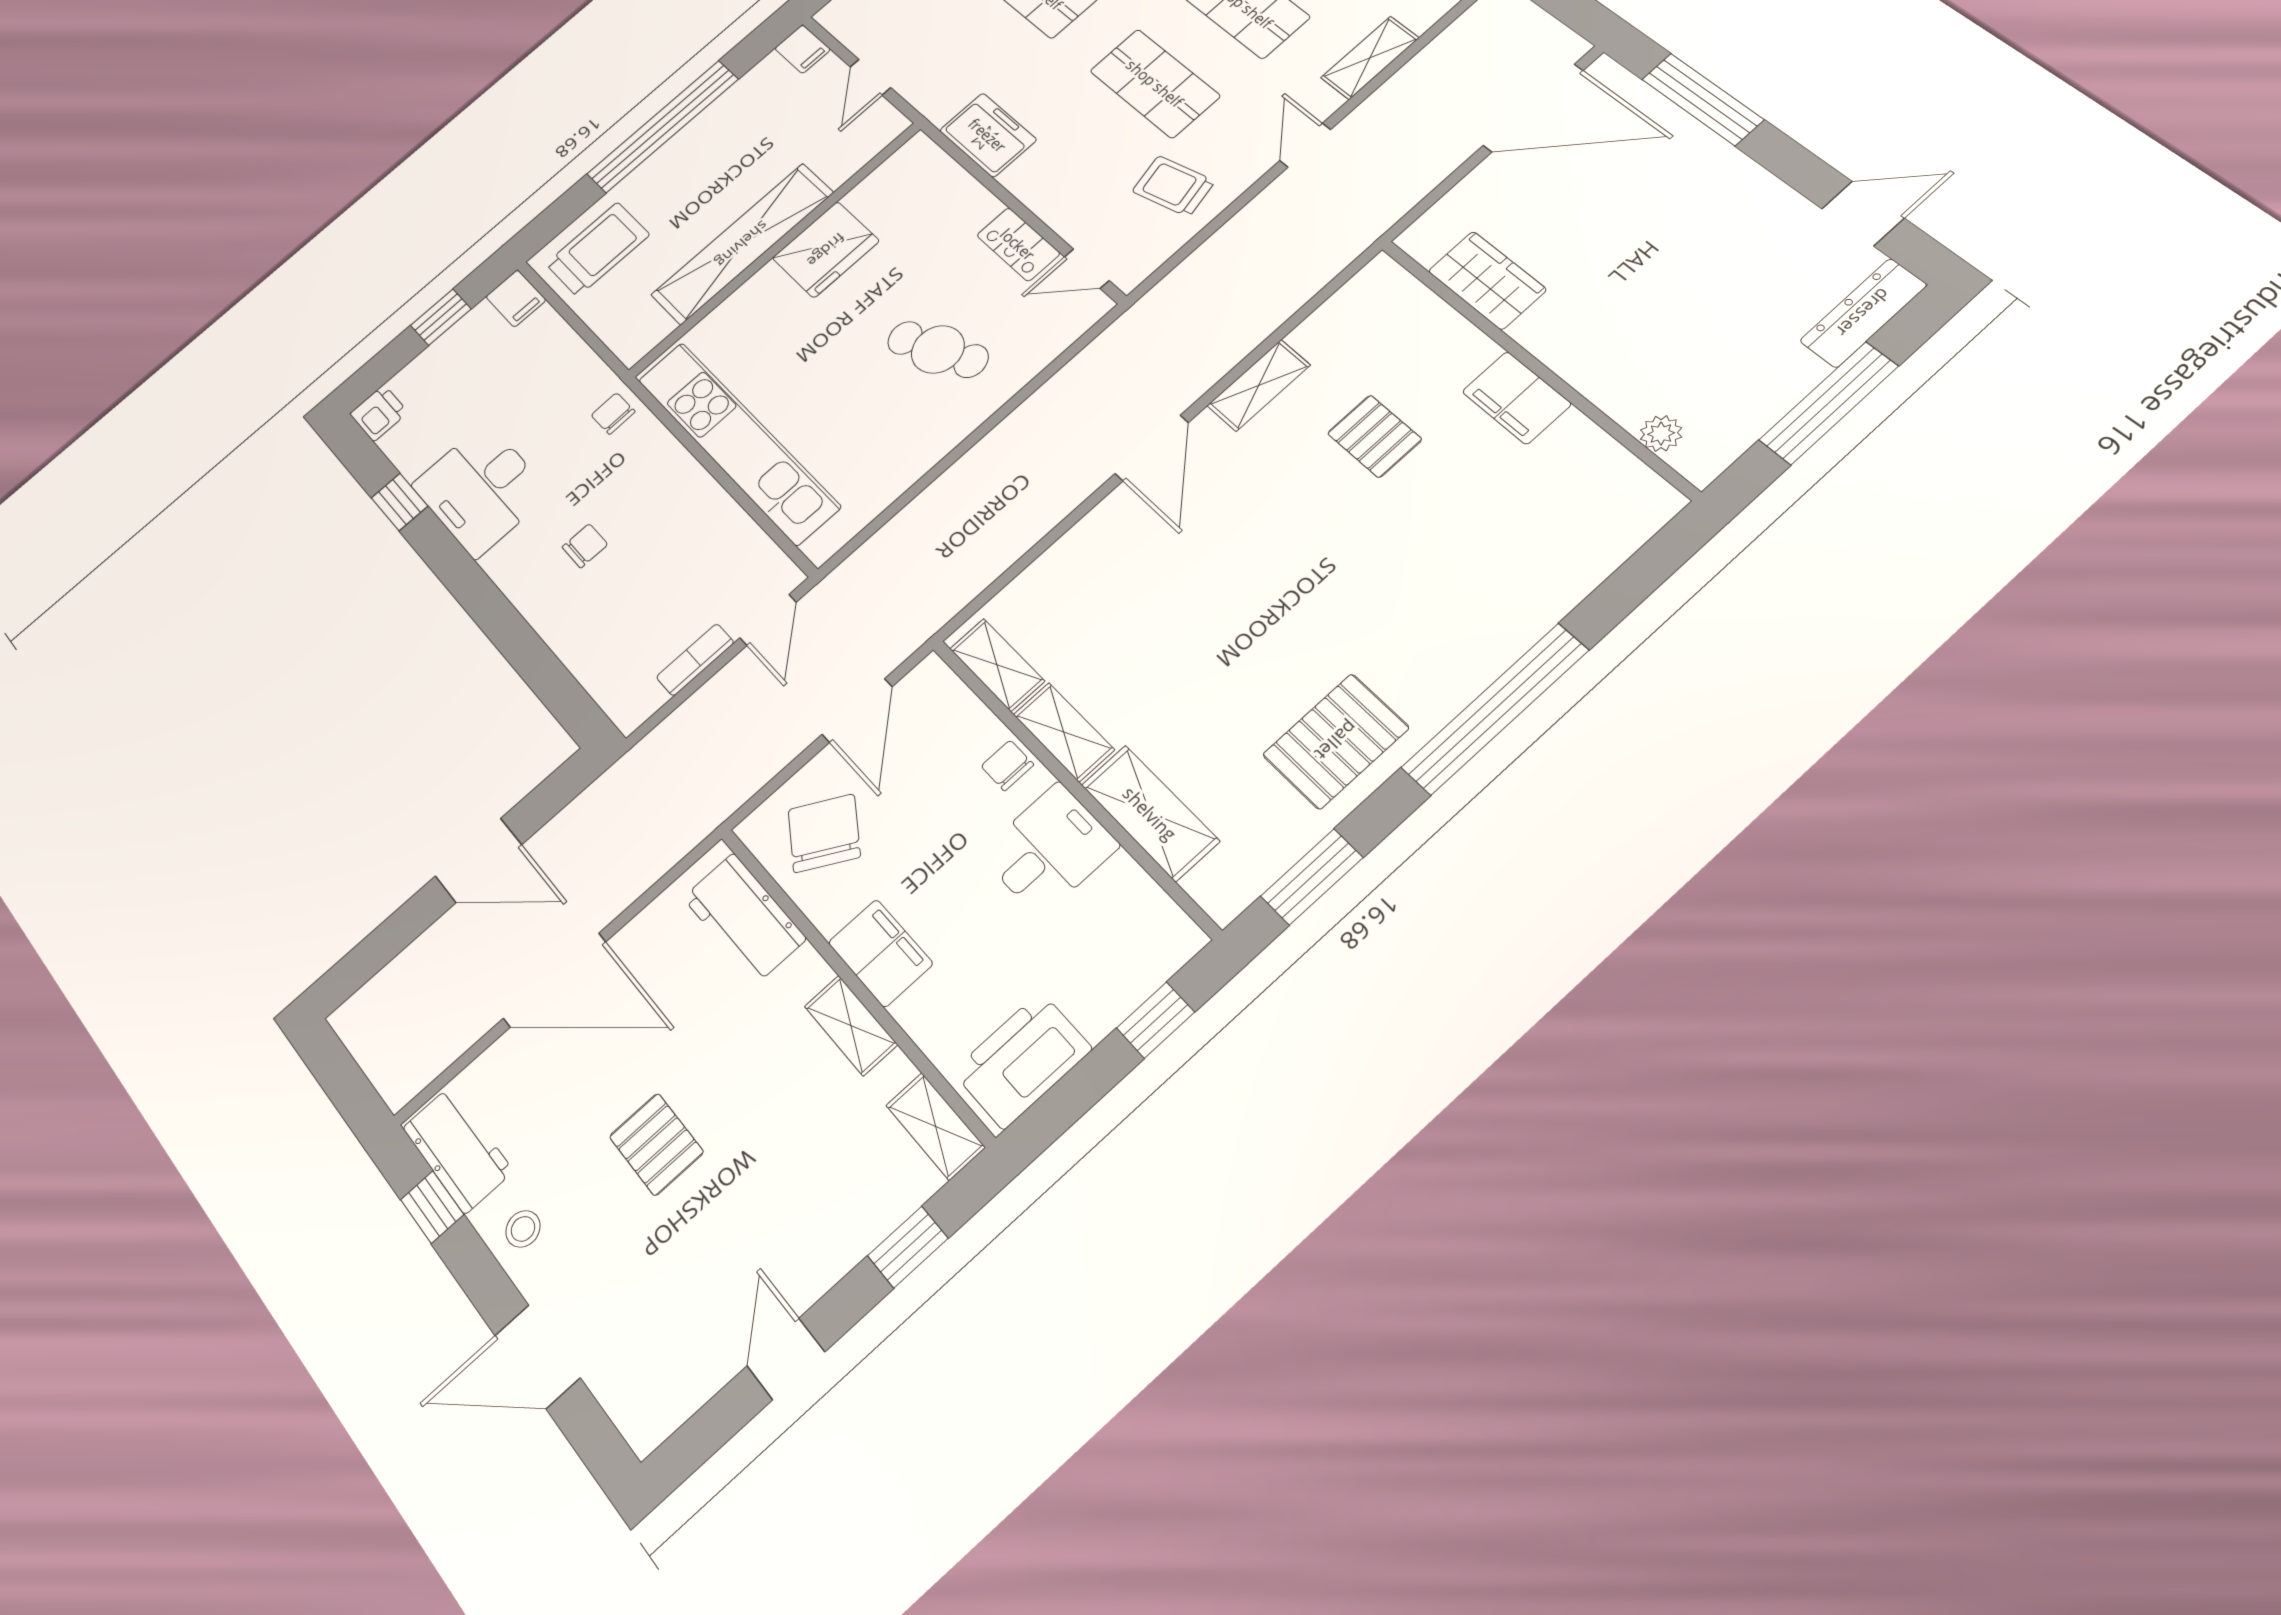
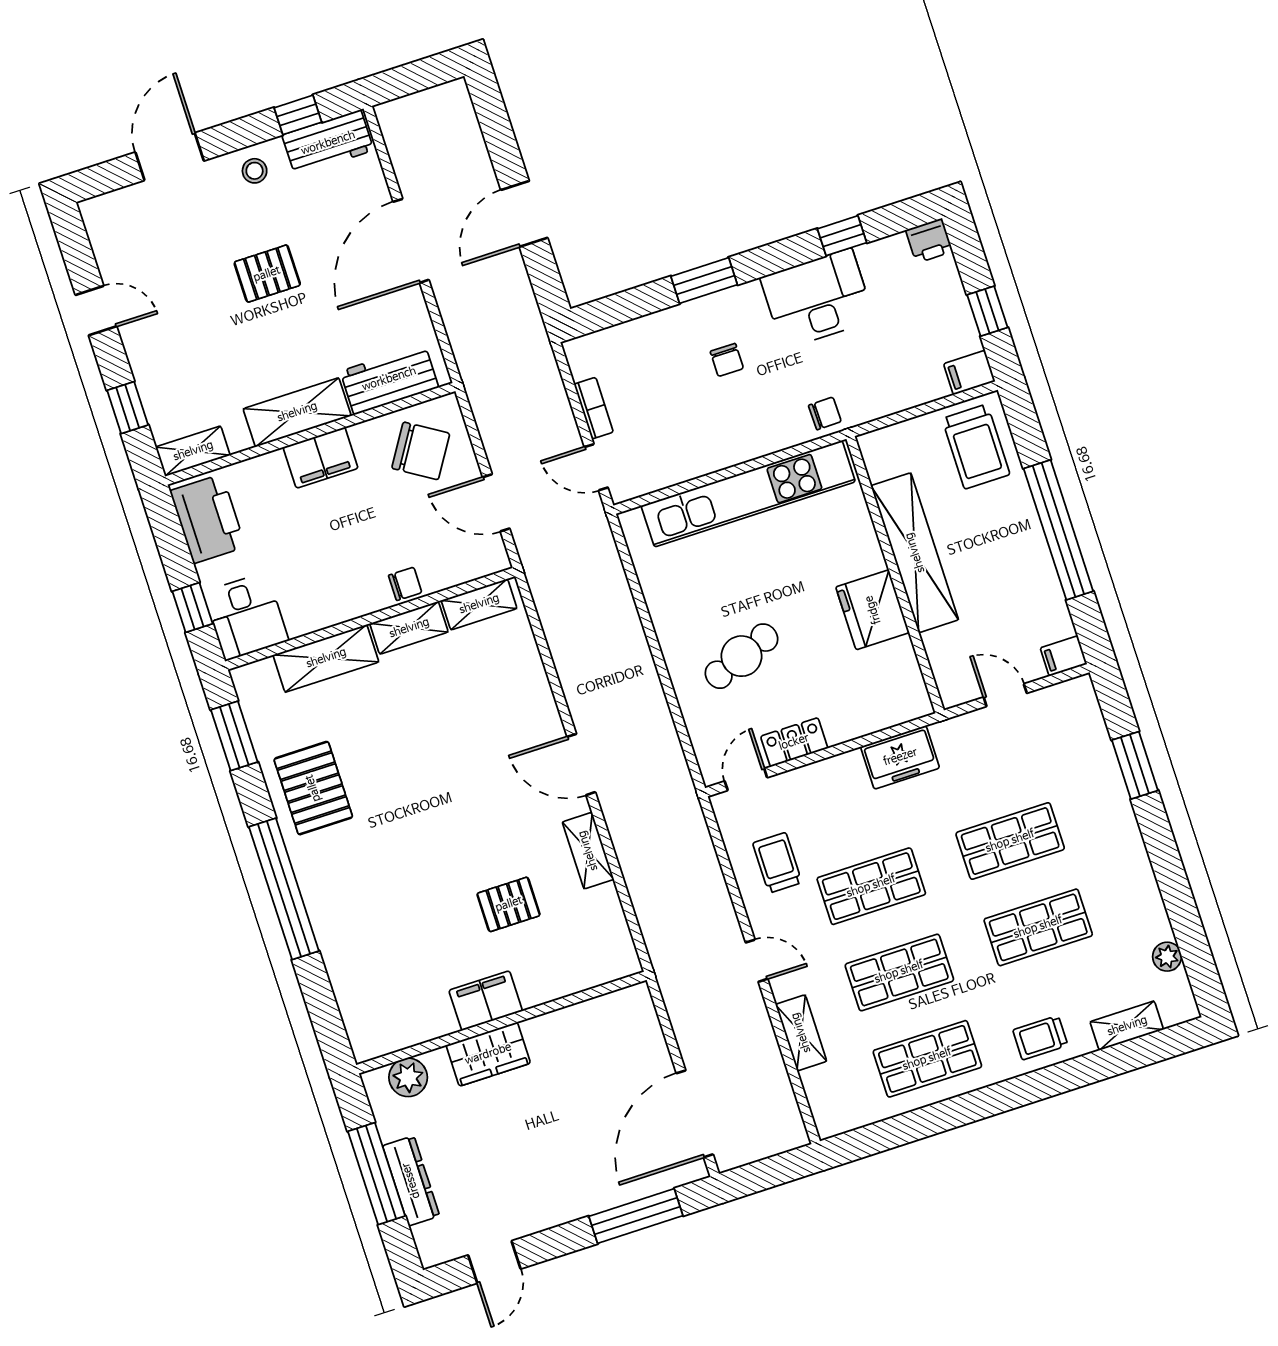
trolley: (1173, 186) -> (777, 863), turned -76
wardrobe: (1487, 280) -> (488, 1054), moved
dresser: (1863, 313) -> (411, 1181), moved
plant: (1661, 434) -> (408, 1077), width x1.38, depth x1.38
window: (497, 618) -> (704, 280), added
desk: (1049, 850) -> (246, 616), moved
shelving: (851, 1025) -> (297, 412), width x1.50, depth x1.33

